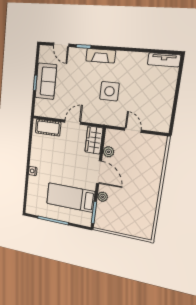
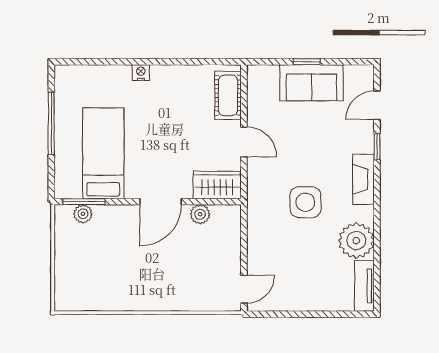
plant: (136, 63) -> (356, 241), added
door: (133, 130) -> (244, 289), moved
plant: (103, 197) -> (83, 214), moved

